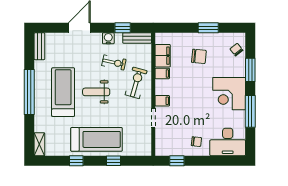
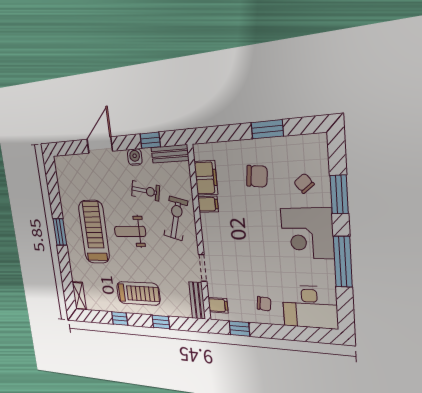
bench: (39, 46) -> (197, 301), moved
chair: (236, 50) -> (304, 183), moved
window: (29, 92) -> (60, 232), width x0.47
filing cabinet: (162, 101) -> (218, 305), moved
treadmill: (97, 139) -> (138, 293), width x0.73, depth x0.73

